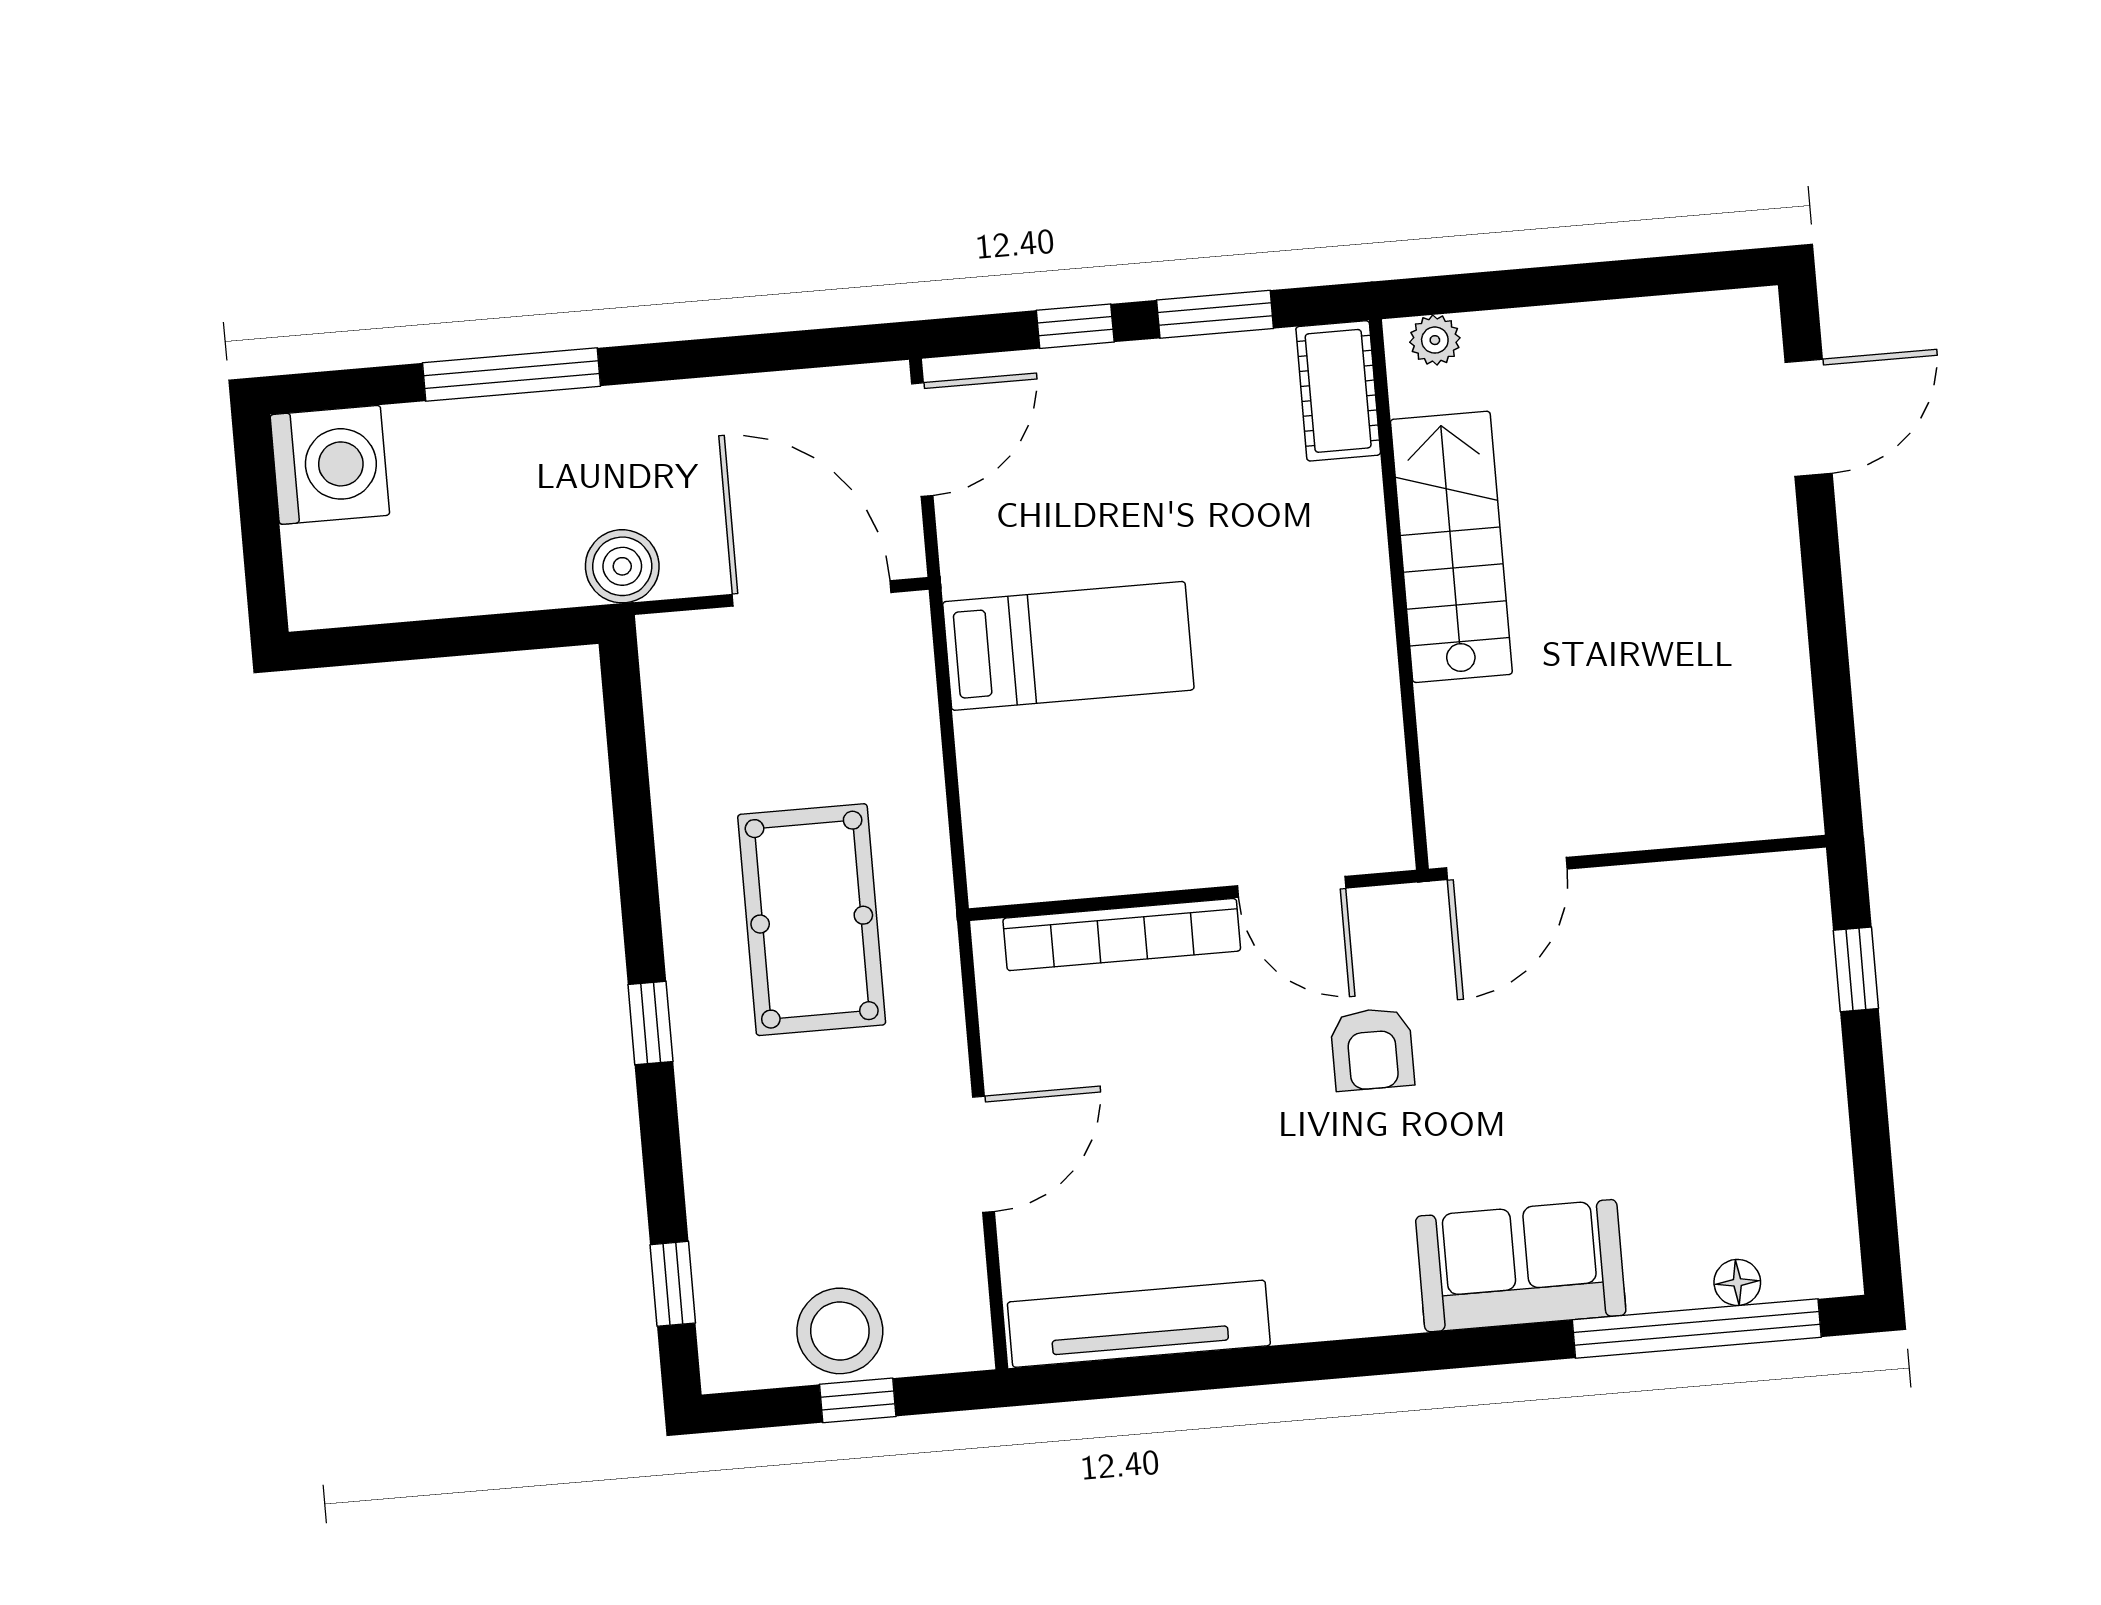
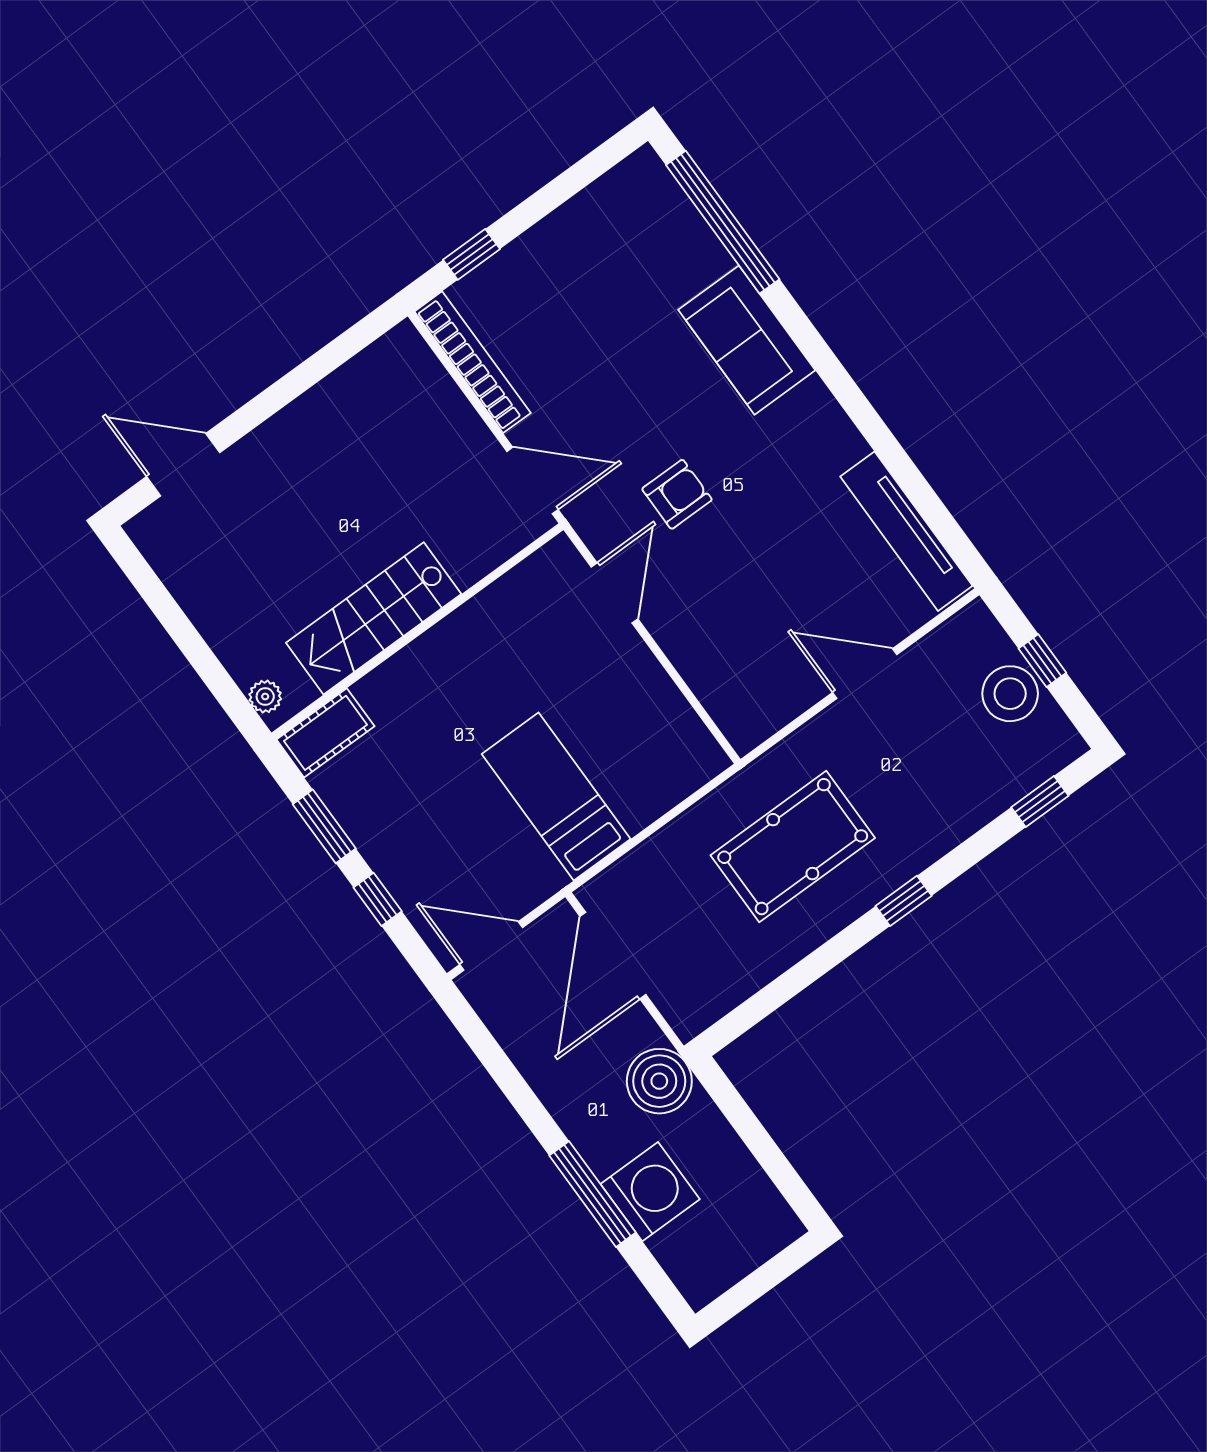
washing machine: (330, 465) -> (650, 1192), moved, turned 90
boiler: (622, 566) -> (659, 1081), width x1.37, depth x1.37
bookcase: (1122, 935) -> (473, 362), moved
floor lamp: (1737, 1282) -> (684, 215), removed

